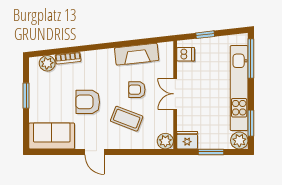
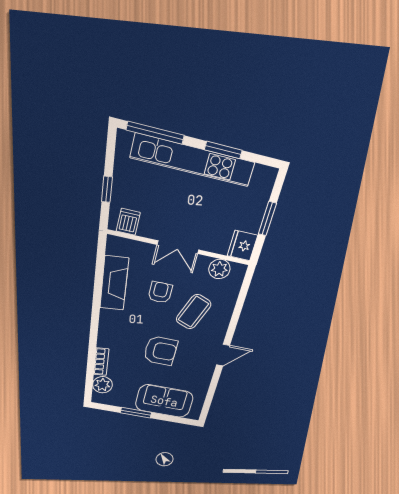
armchair: (137, 90) -> (160, 292), turned 180
armchair: (88, 102) -> (161, 351), turned -90
window: (251, 123) -> (223, 150), moved
sofa: (52, 136) -> (164, 401), moved, turned 90
plant: (239, 140) -> (264, 177), removed
plant: (165, 141) -> (219, 269), moved

